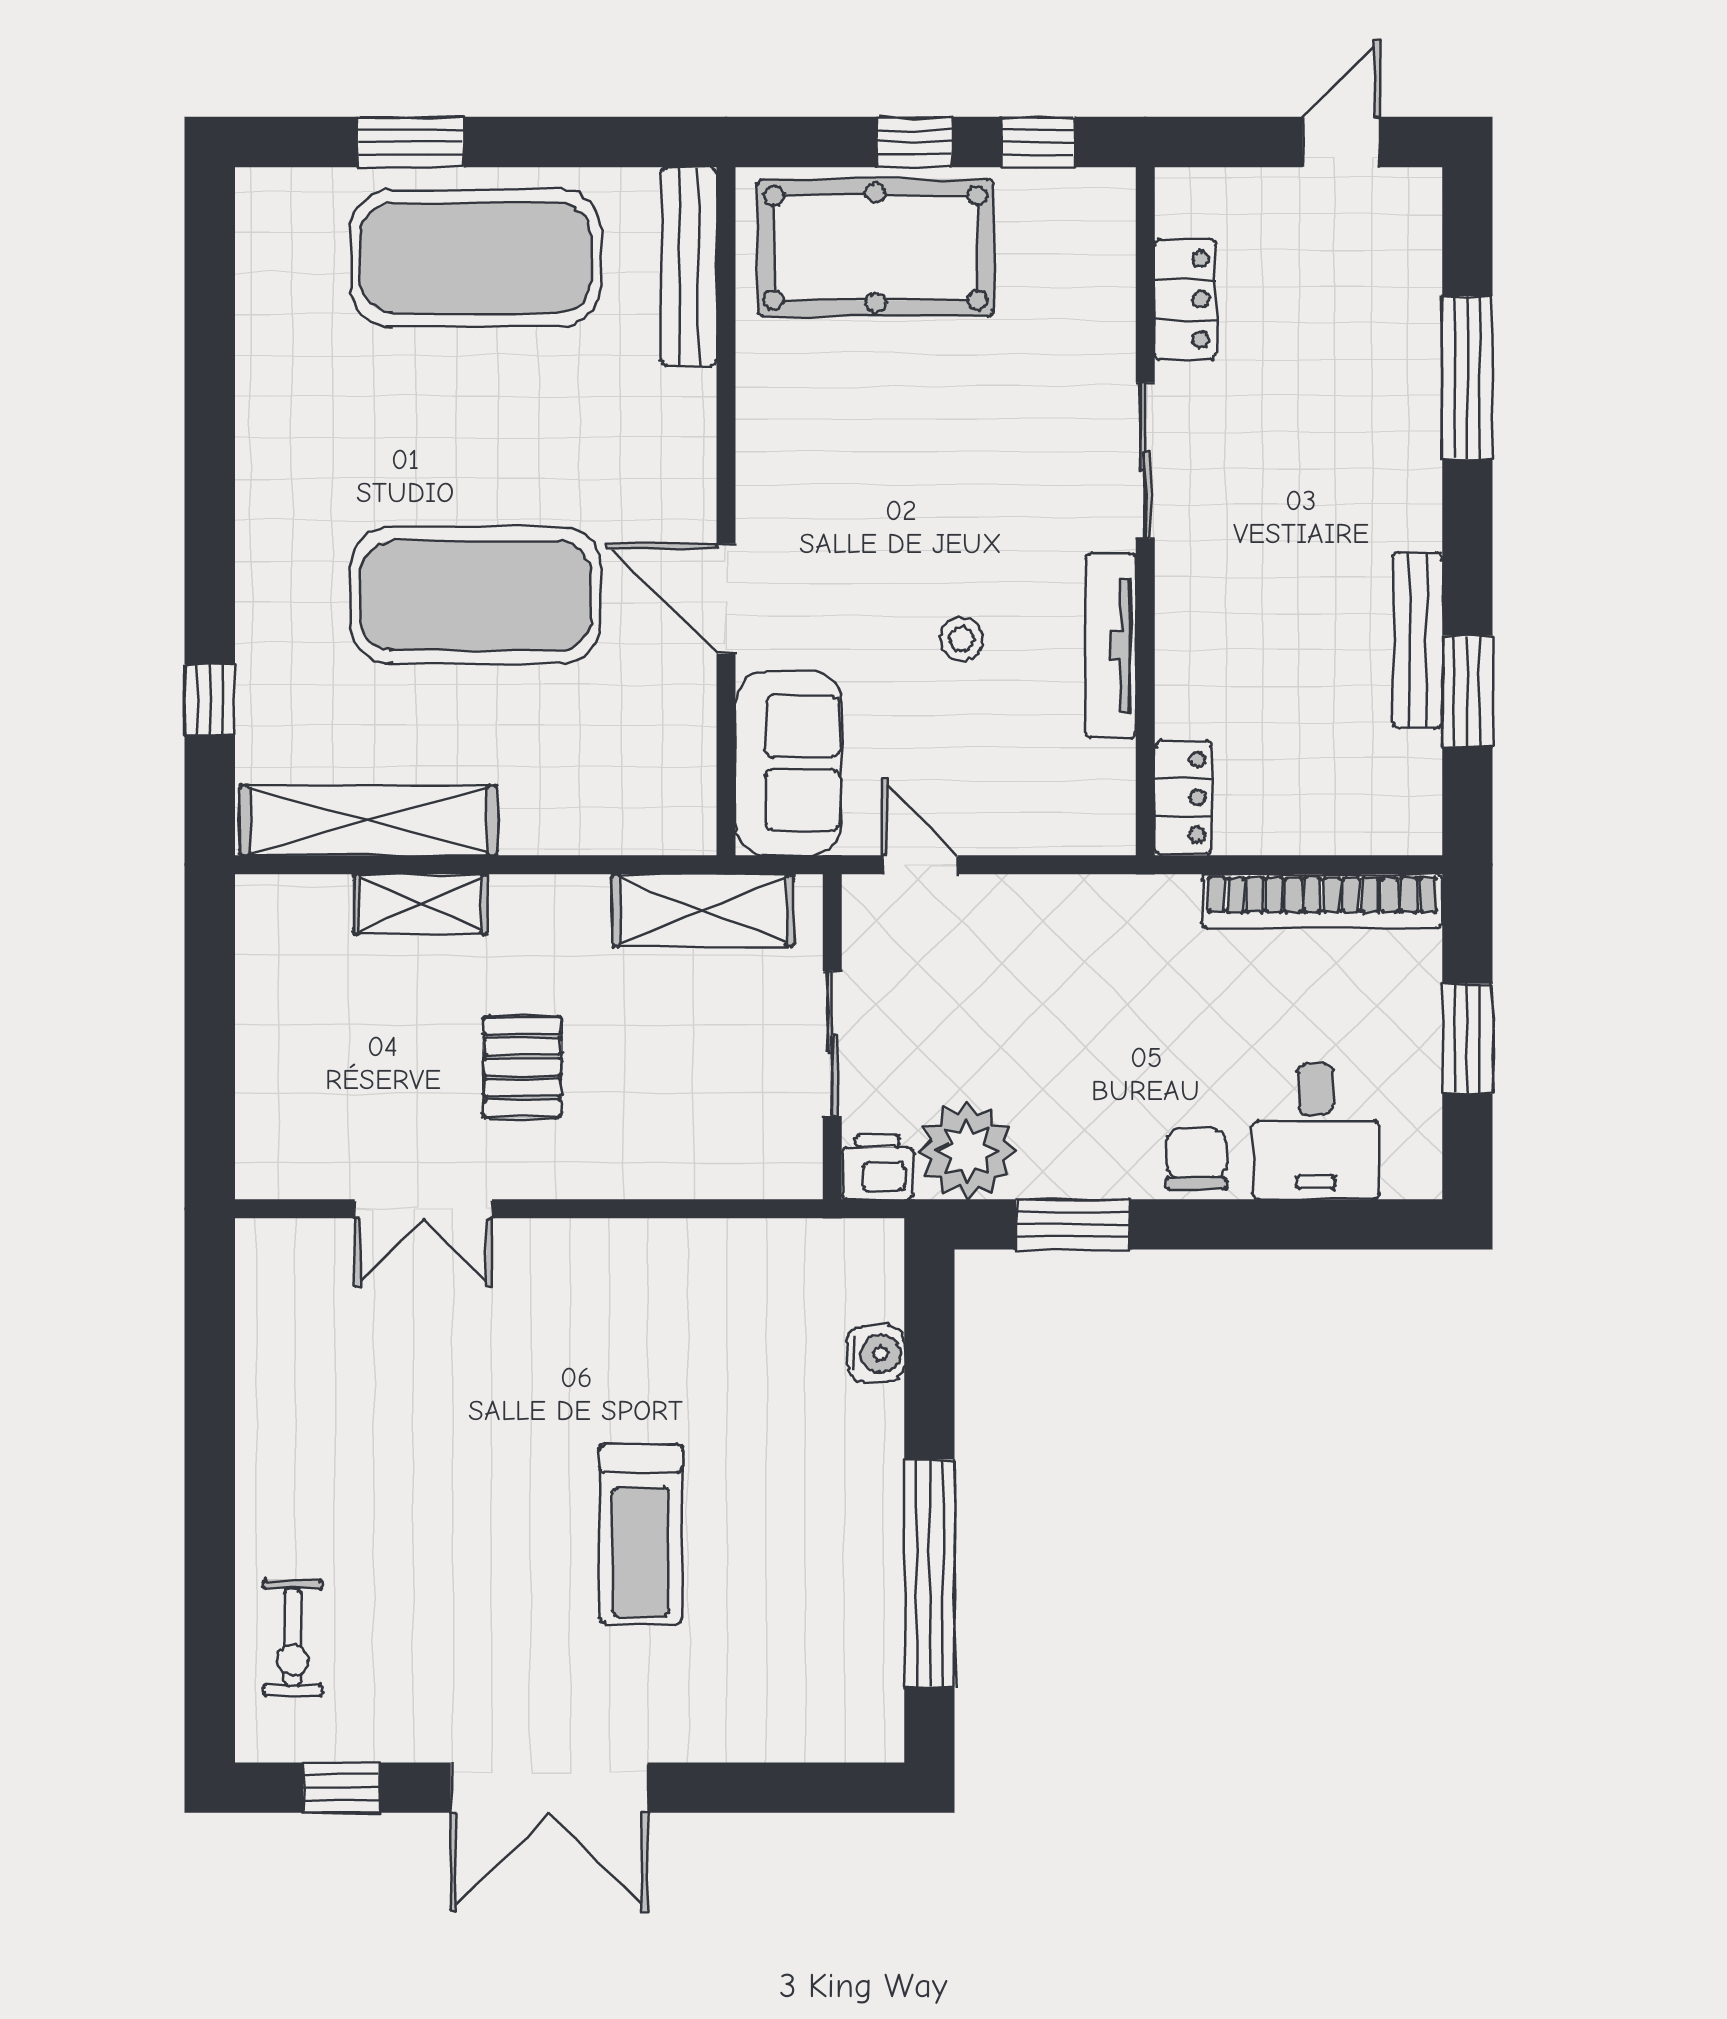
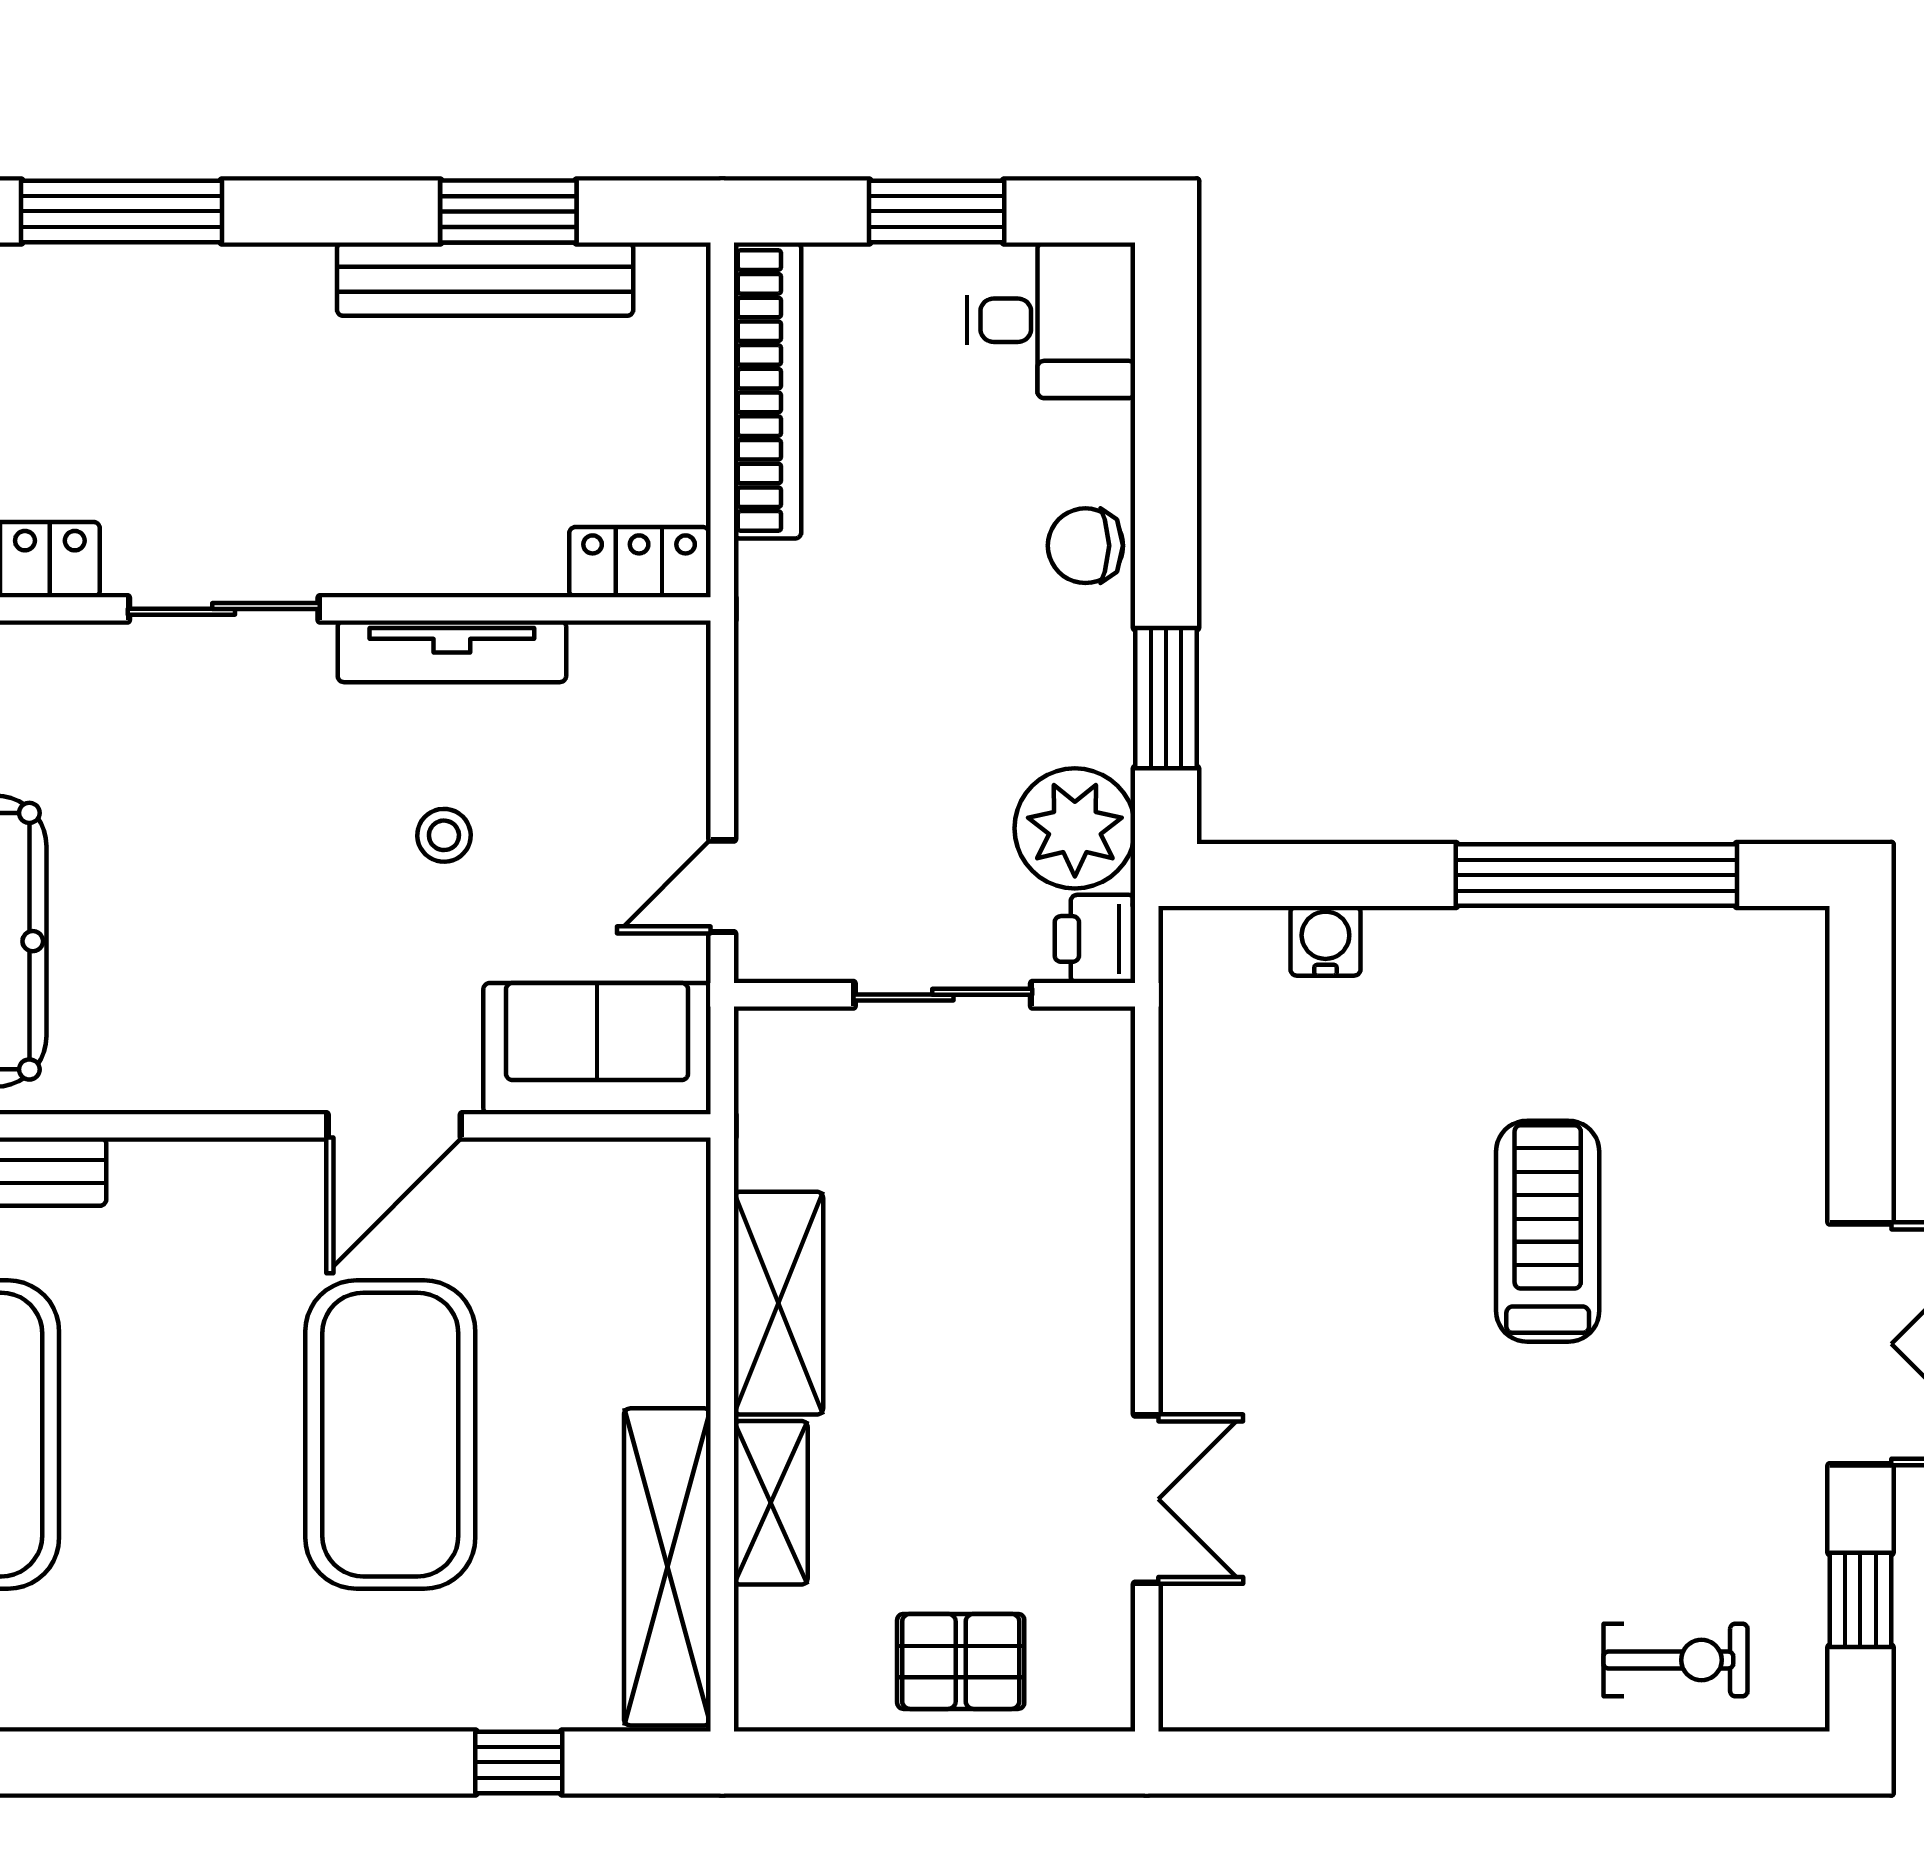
bench: (1418, 640) -> (485, 279), width x1.37, depth x1.21
shelving: (703, 910) -> (778, 1303), moved
pallet: (523, 1067) -> (961, 1661), moved
desk: (1316, 1131) -> (1051, 320), moved
treadmill: (641, 1534) -> (1548, 1231), turned -90

